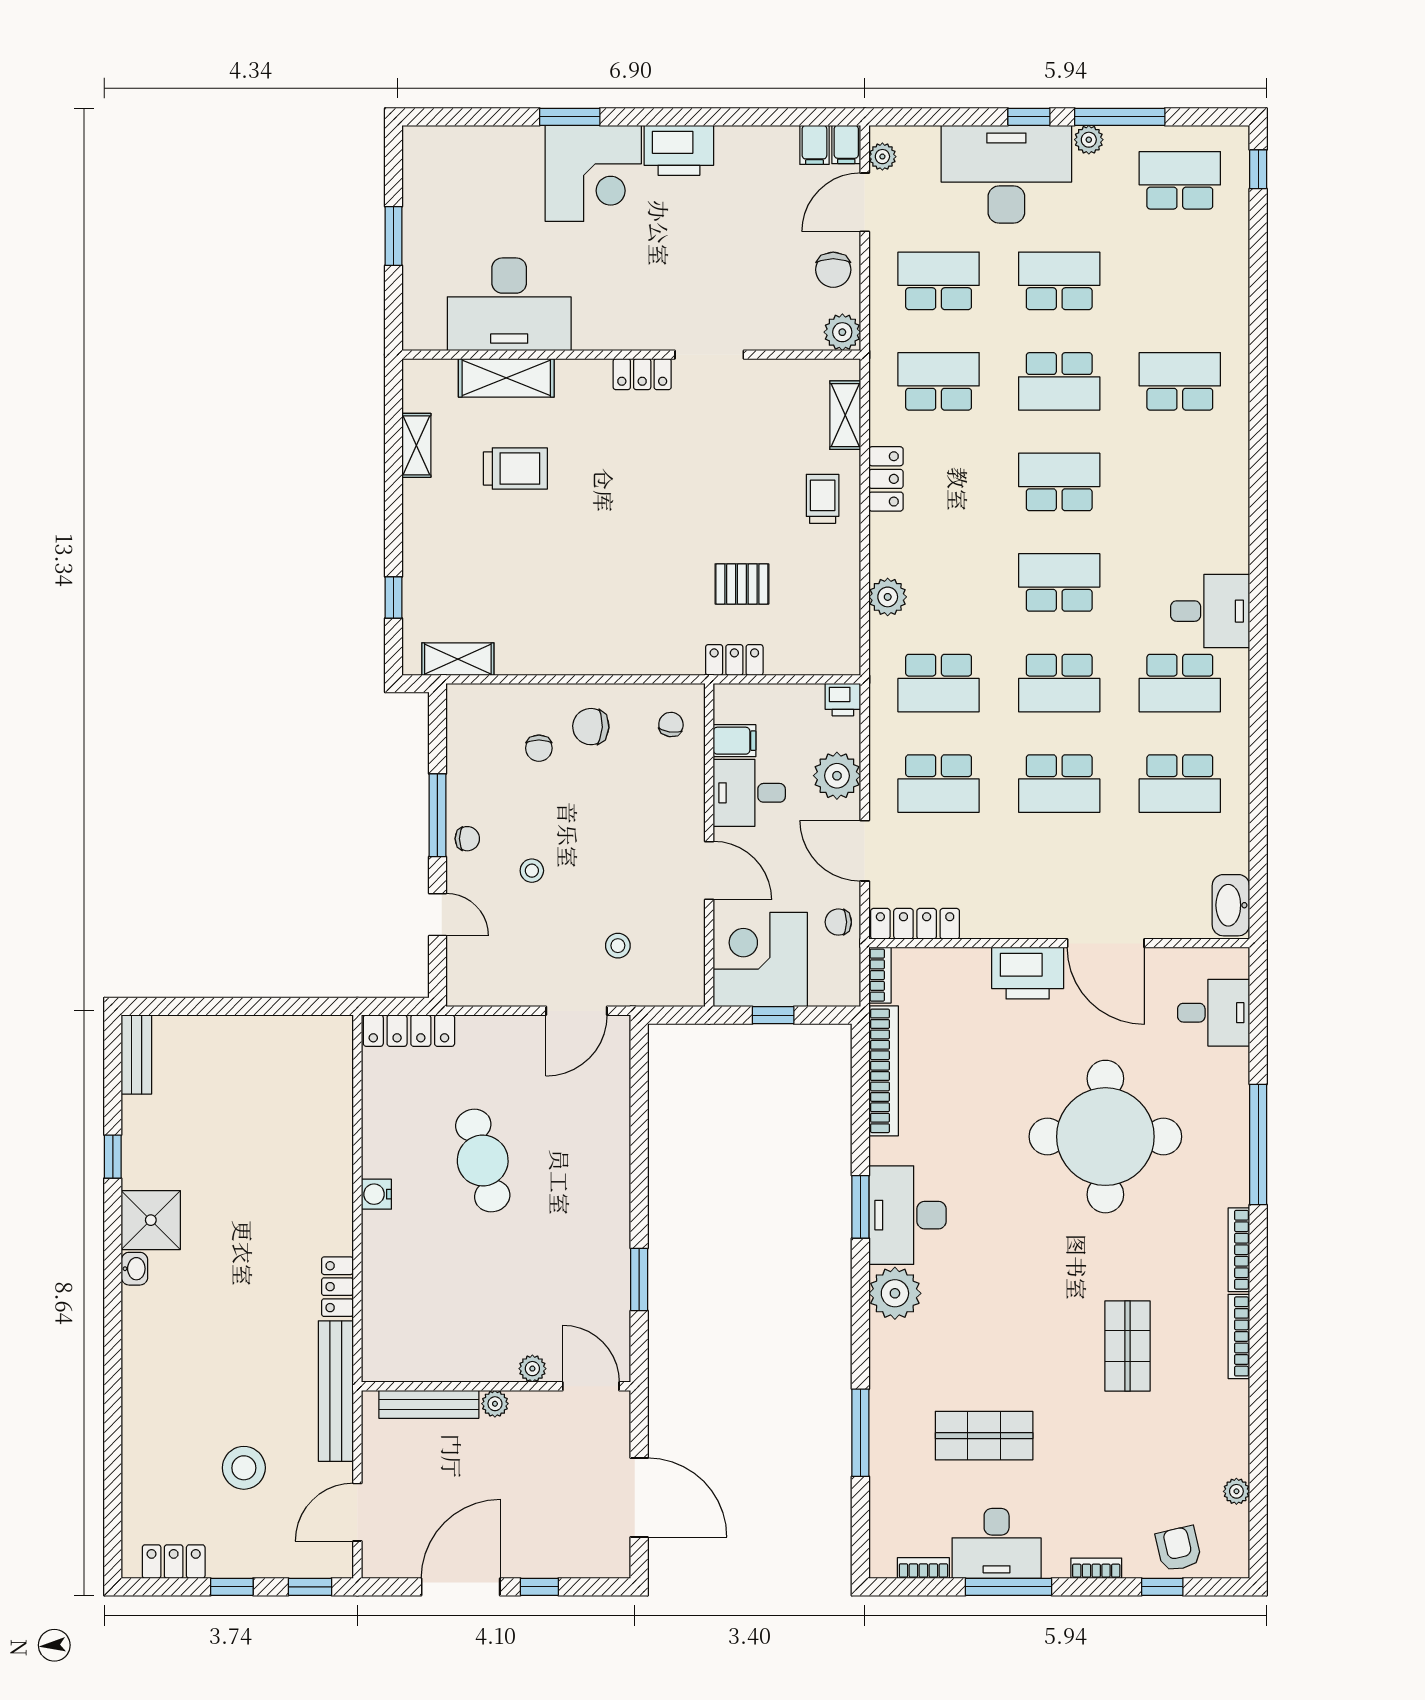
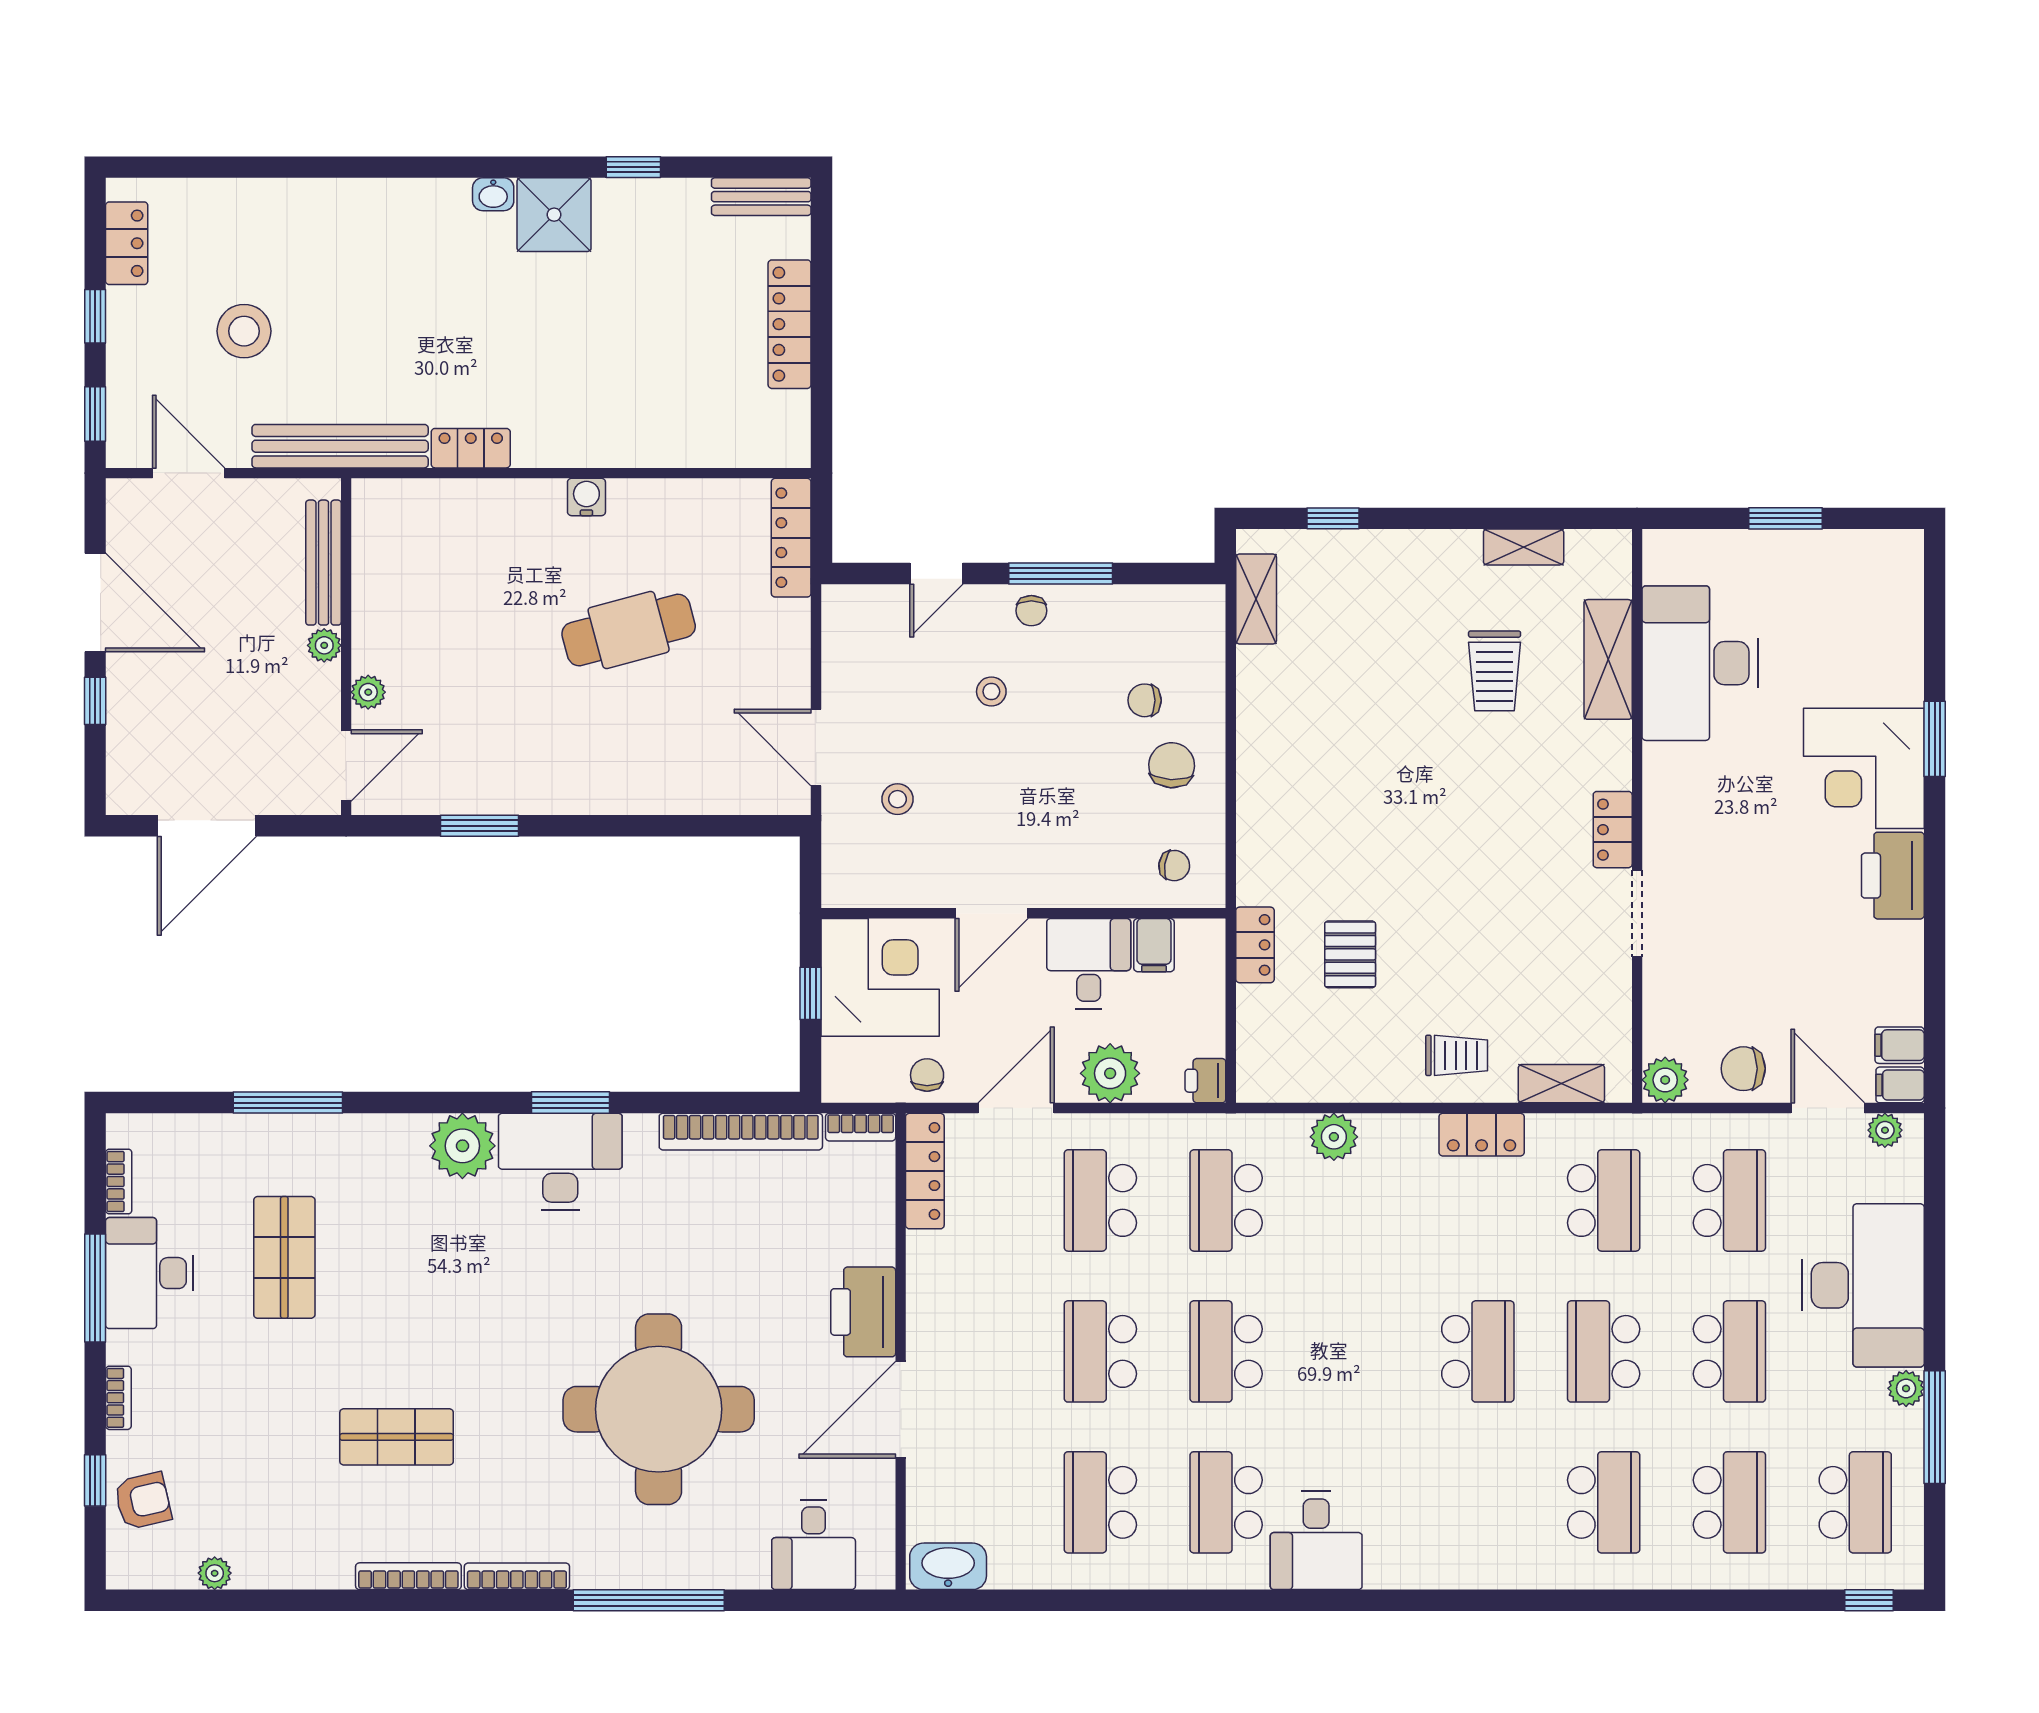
window: (1029, 117) -> (1935, 1313), removed
school desk: (1059, 582) -> (1729, 1502), moved
locker: (238, 1032) -> (790, 324), added

